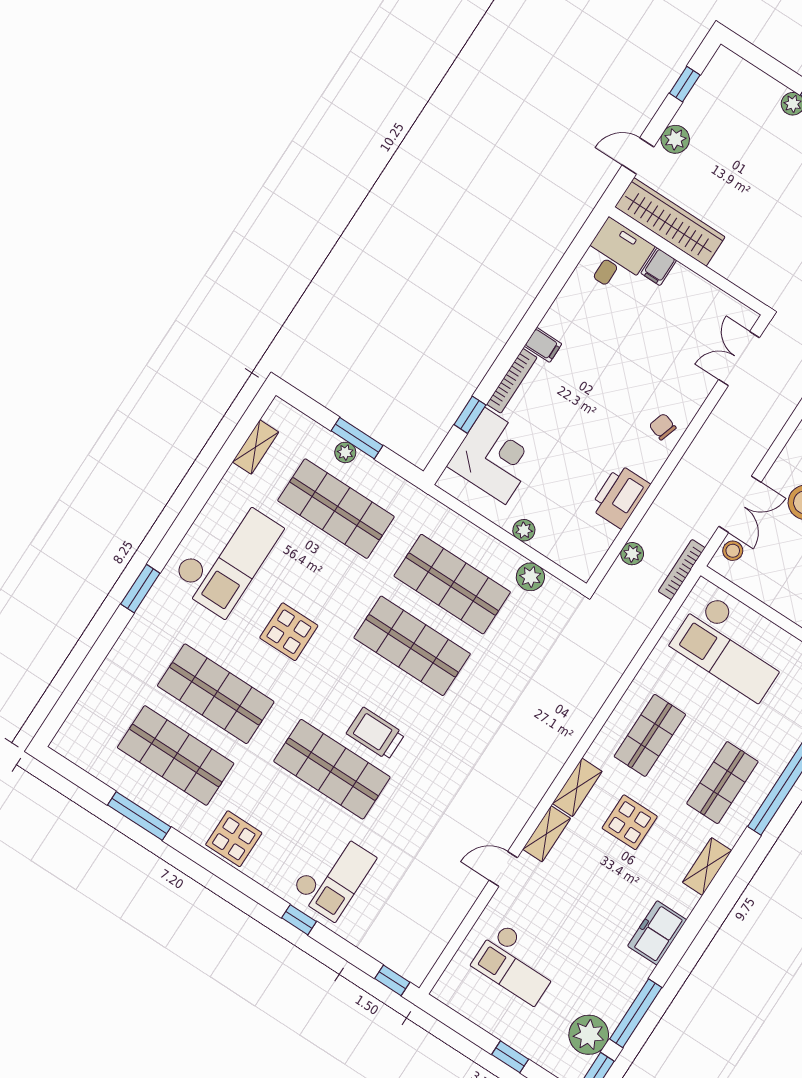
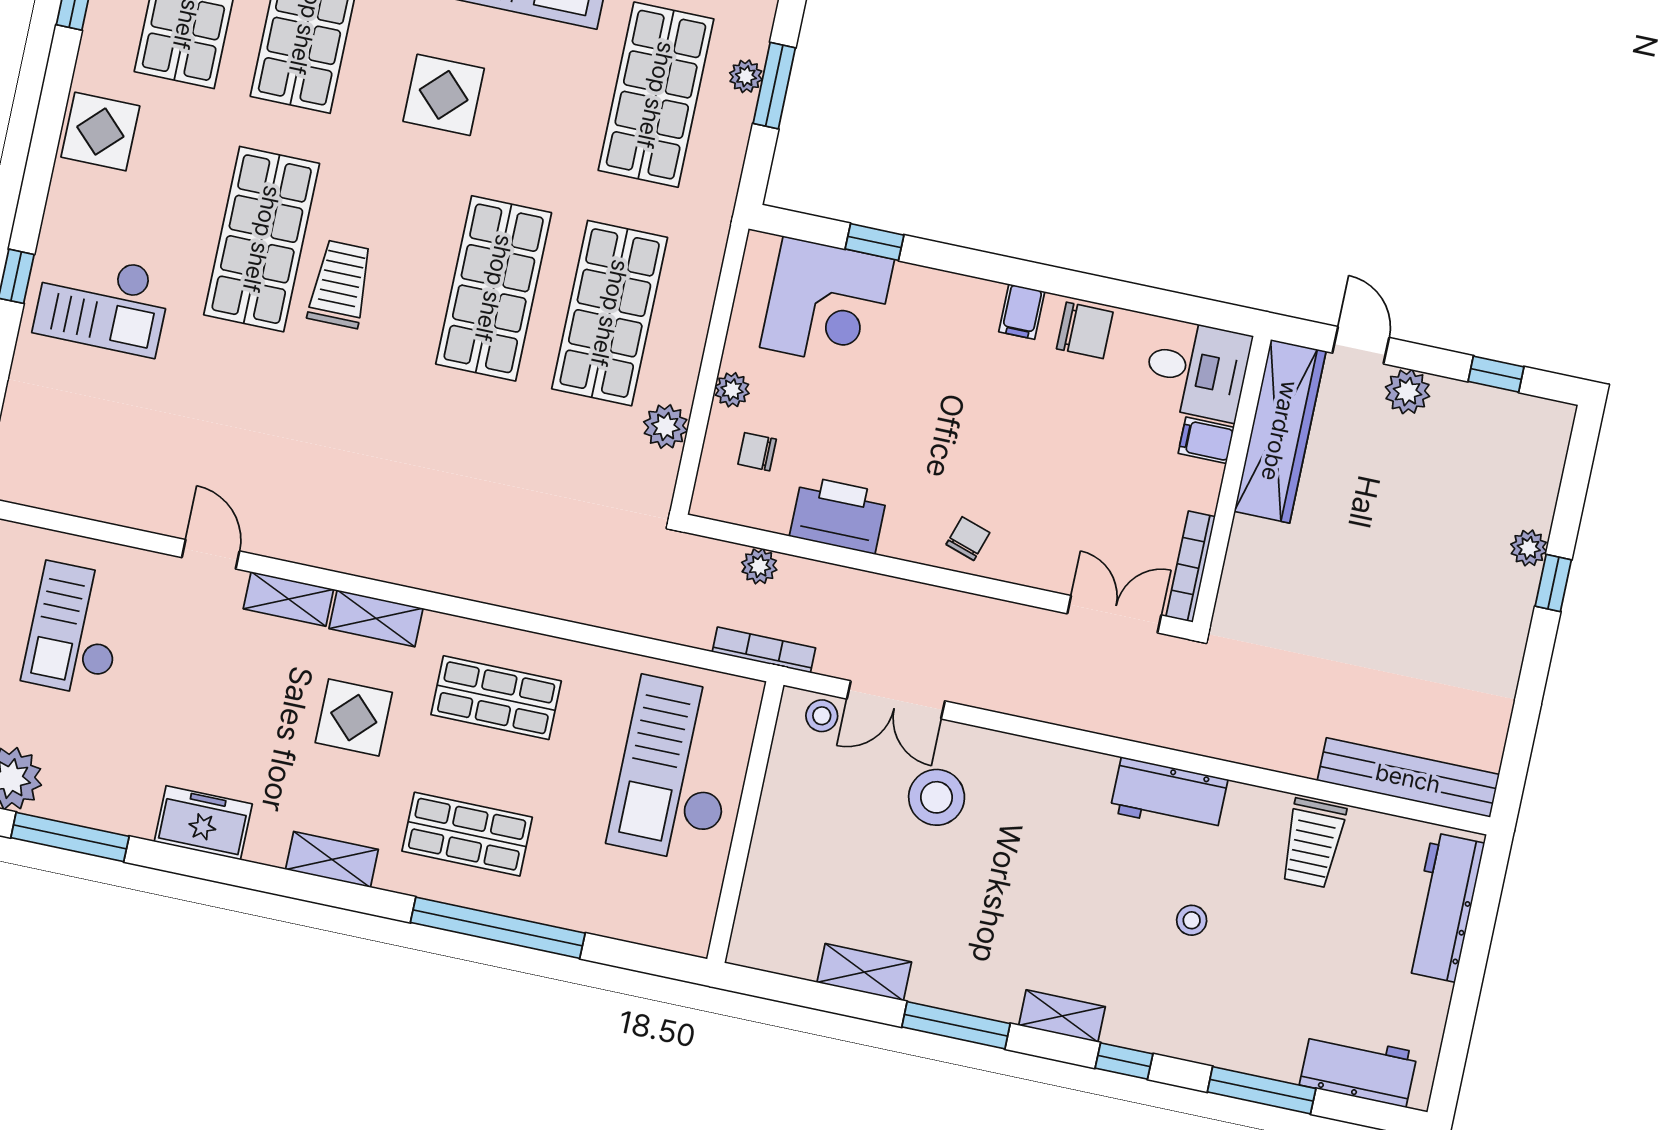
chair: (568, 313) -> (1085, 330), added
bookcase: (512, 381) -> (1191, 567), moved, turned 90
chair: (565, 529) -> (757, 452), added

